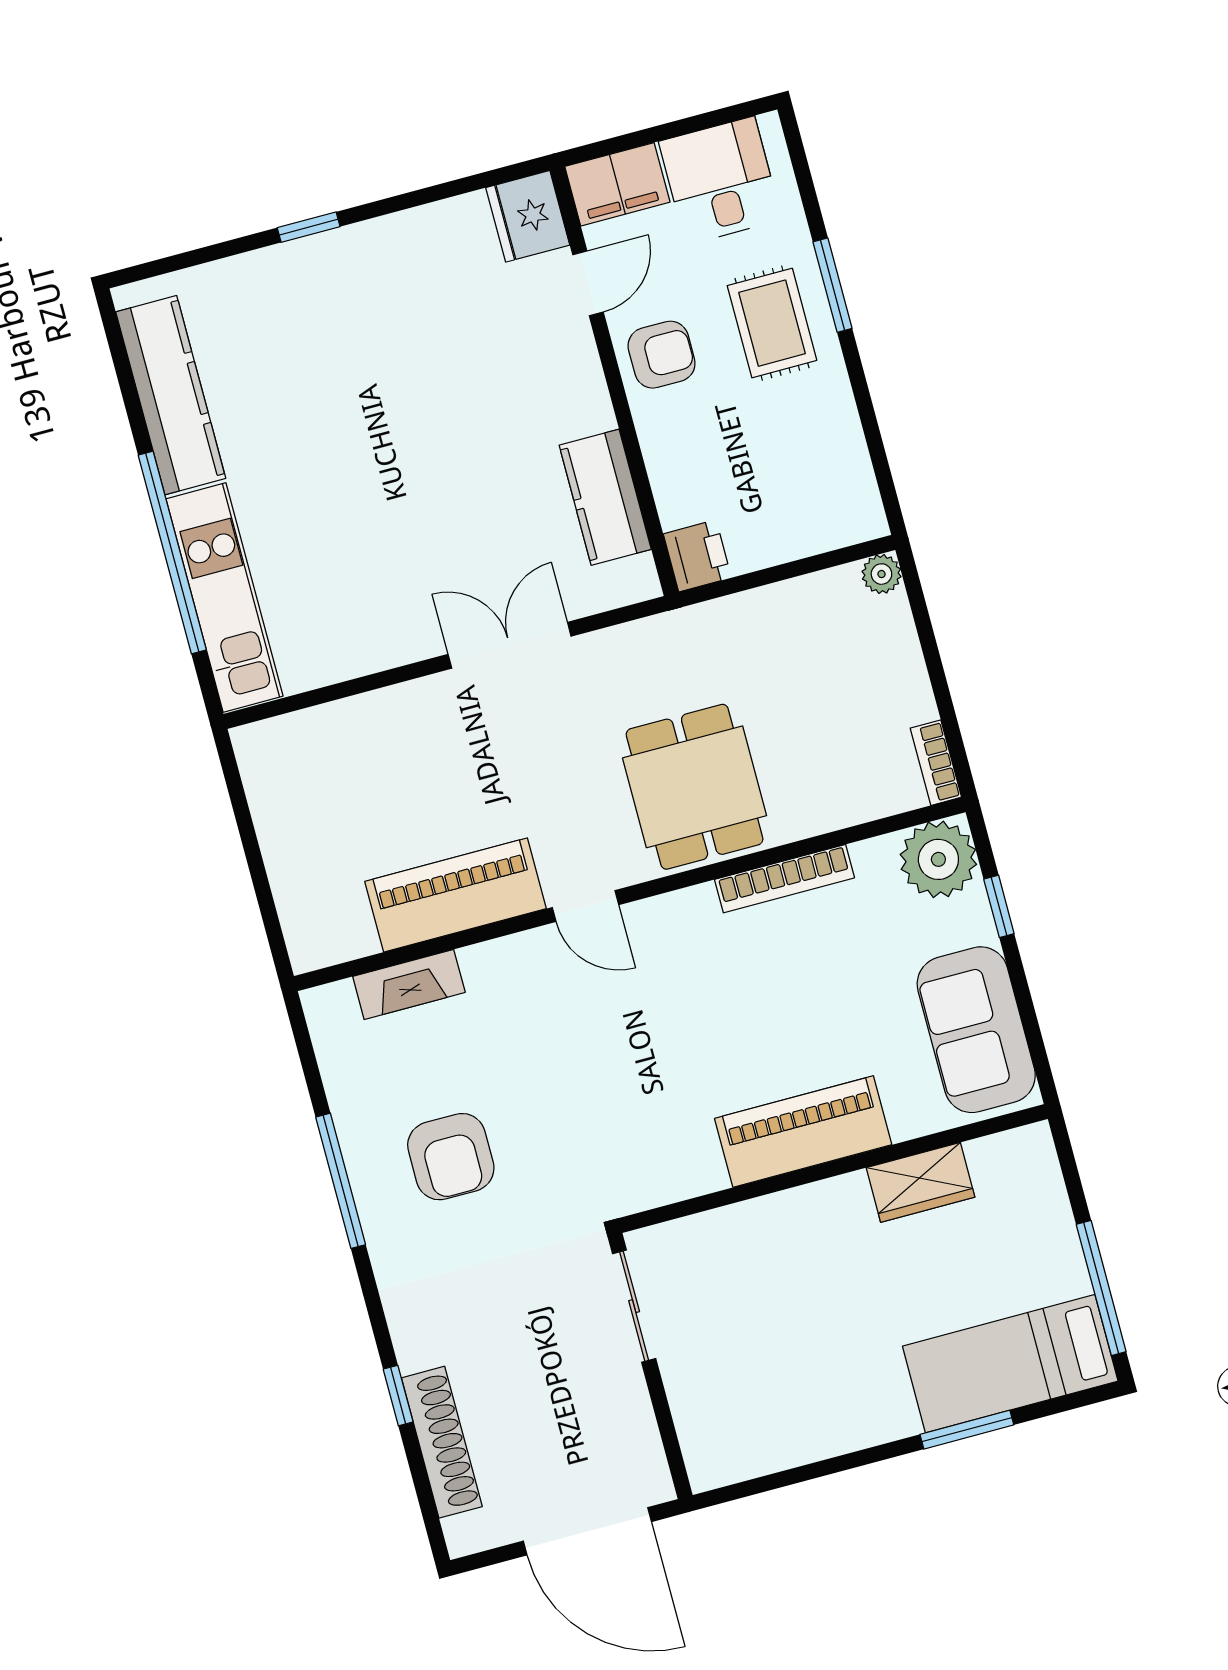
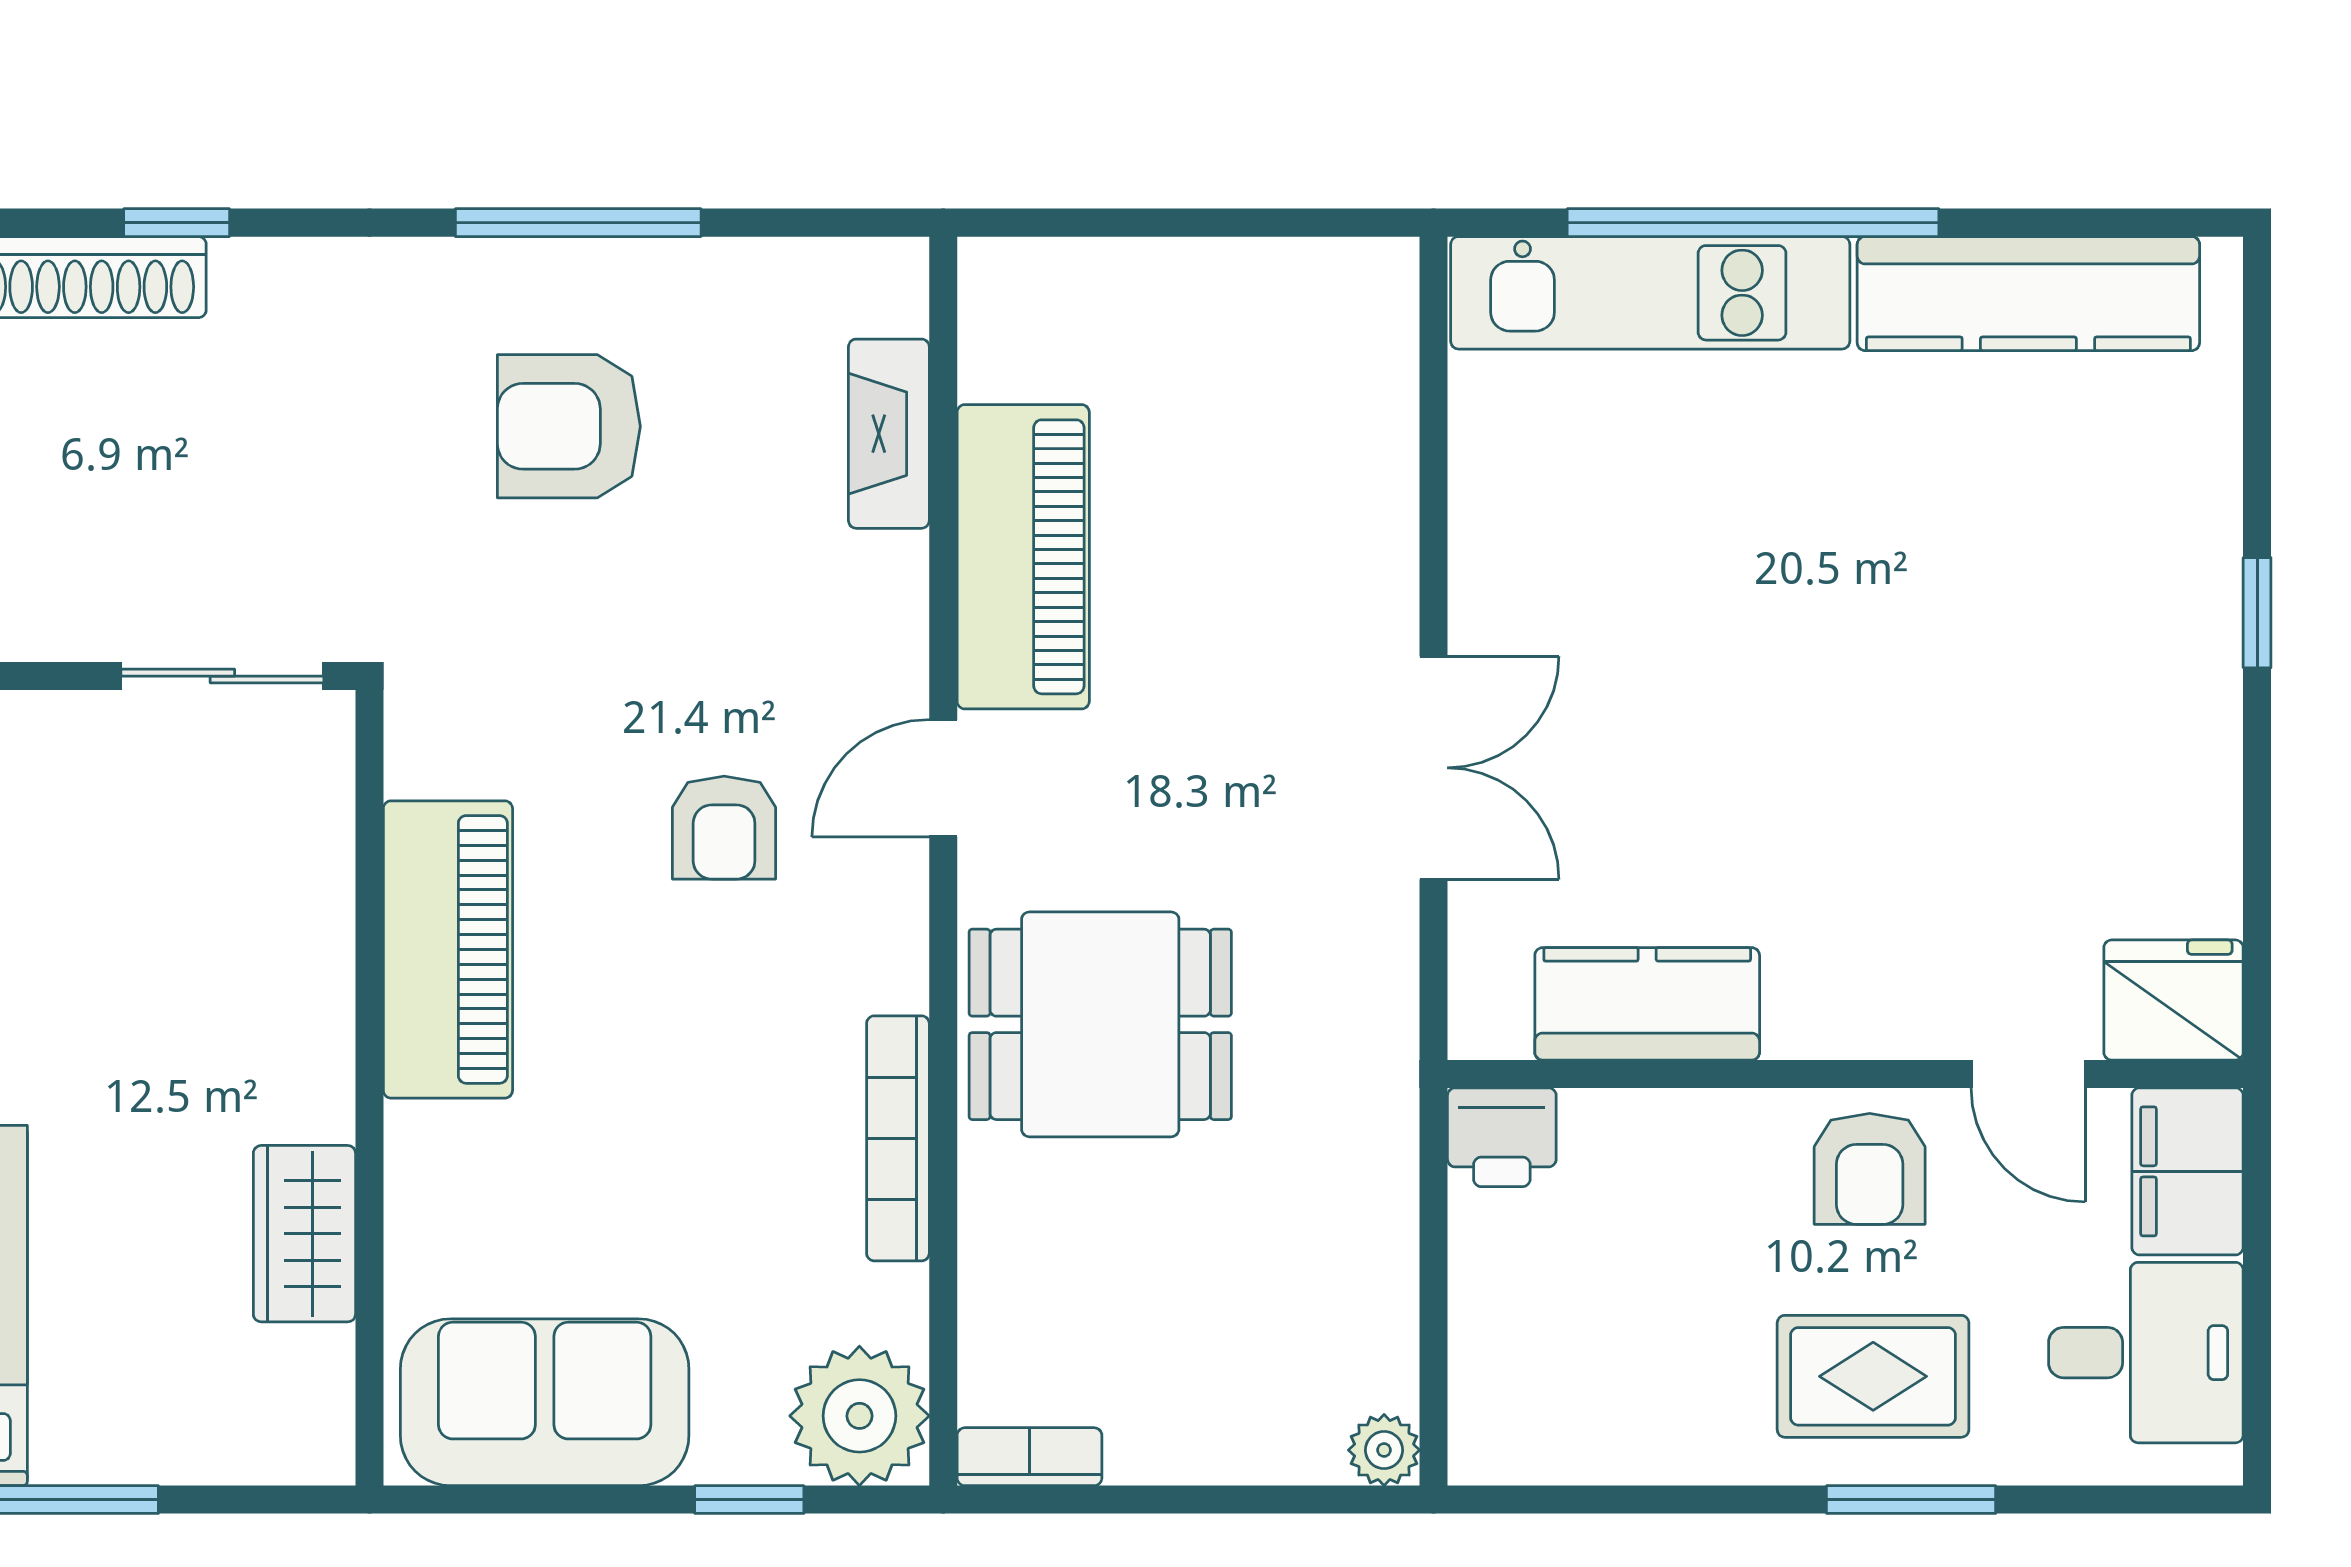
armchair: (643, 1016) -> (724, 828), added
piano: (803, 1132) -> (448, 949), moved

